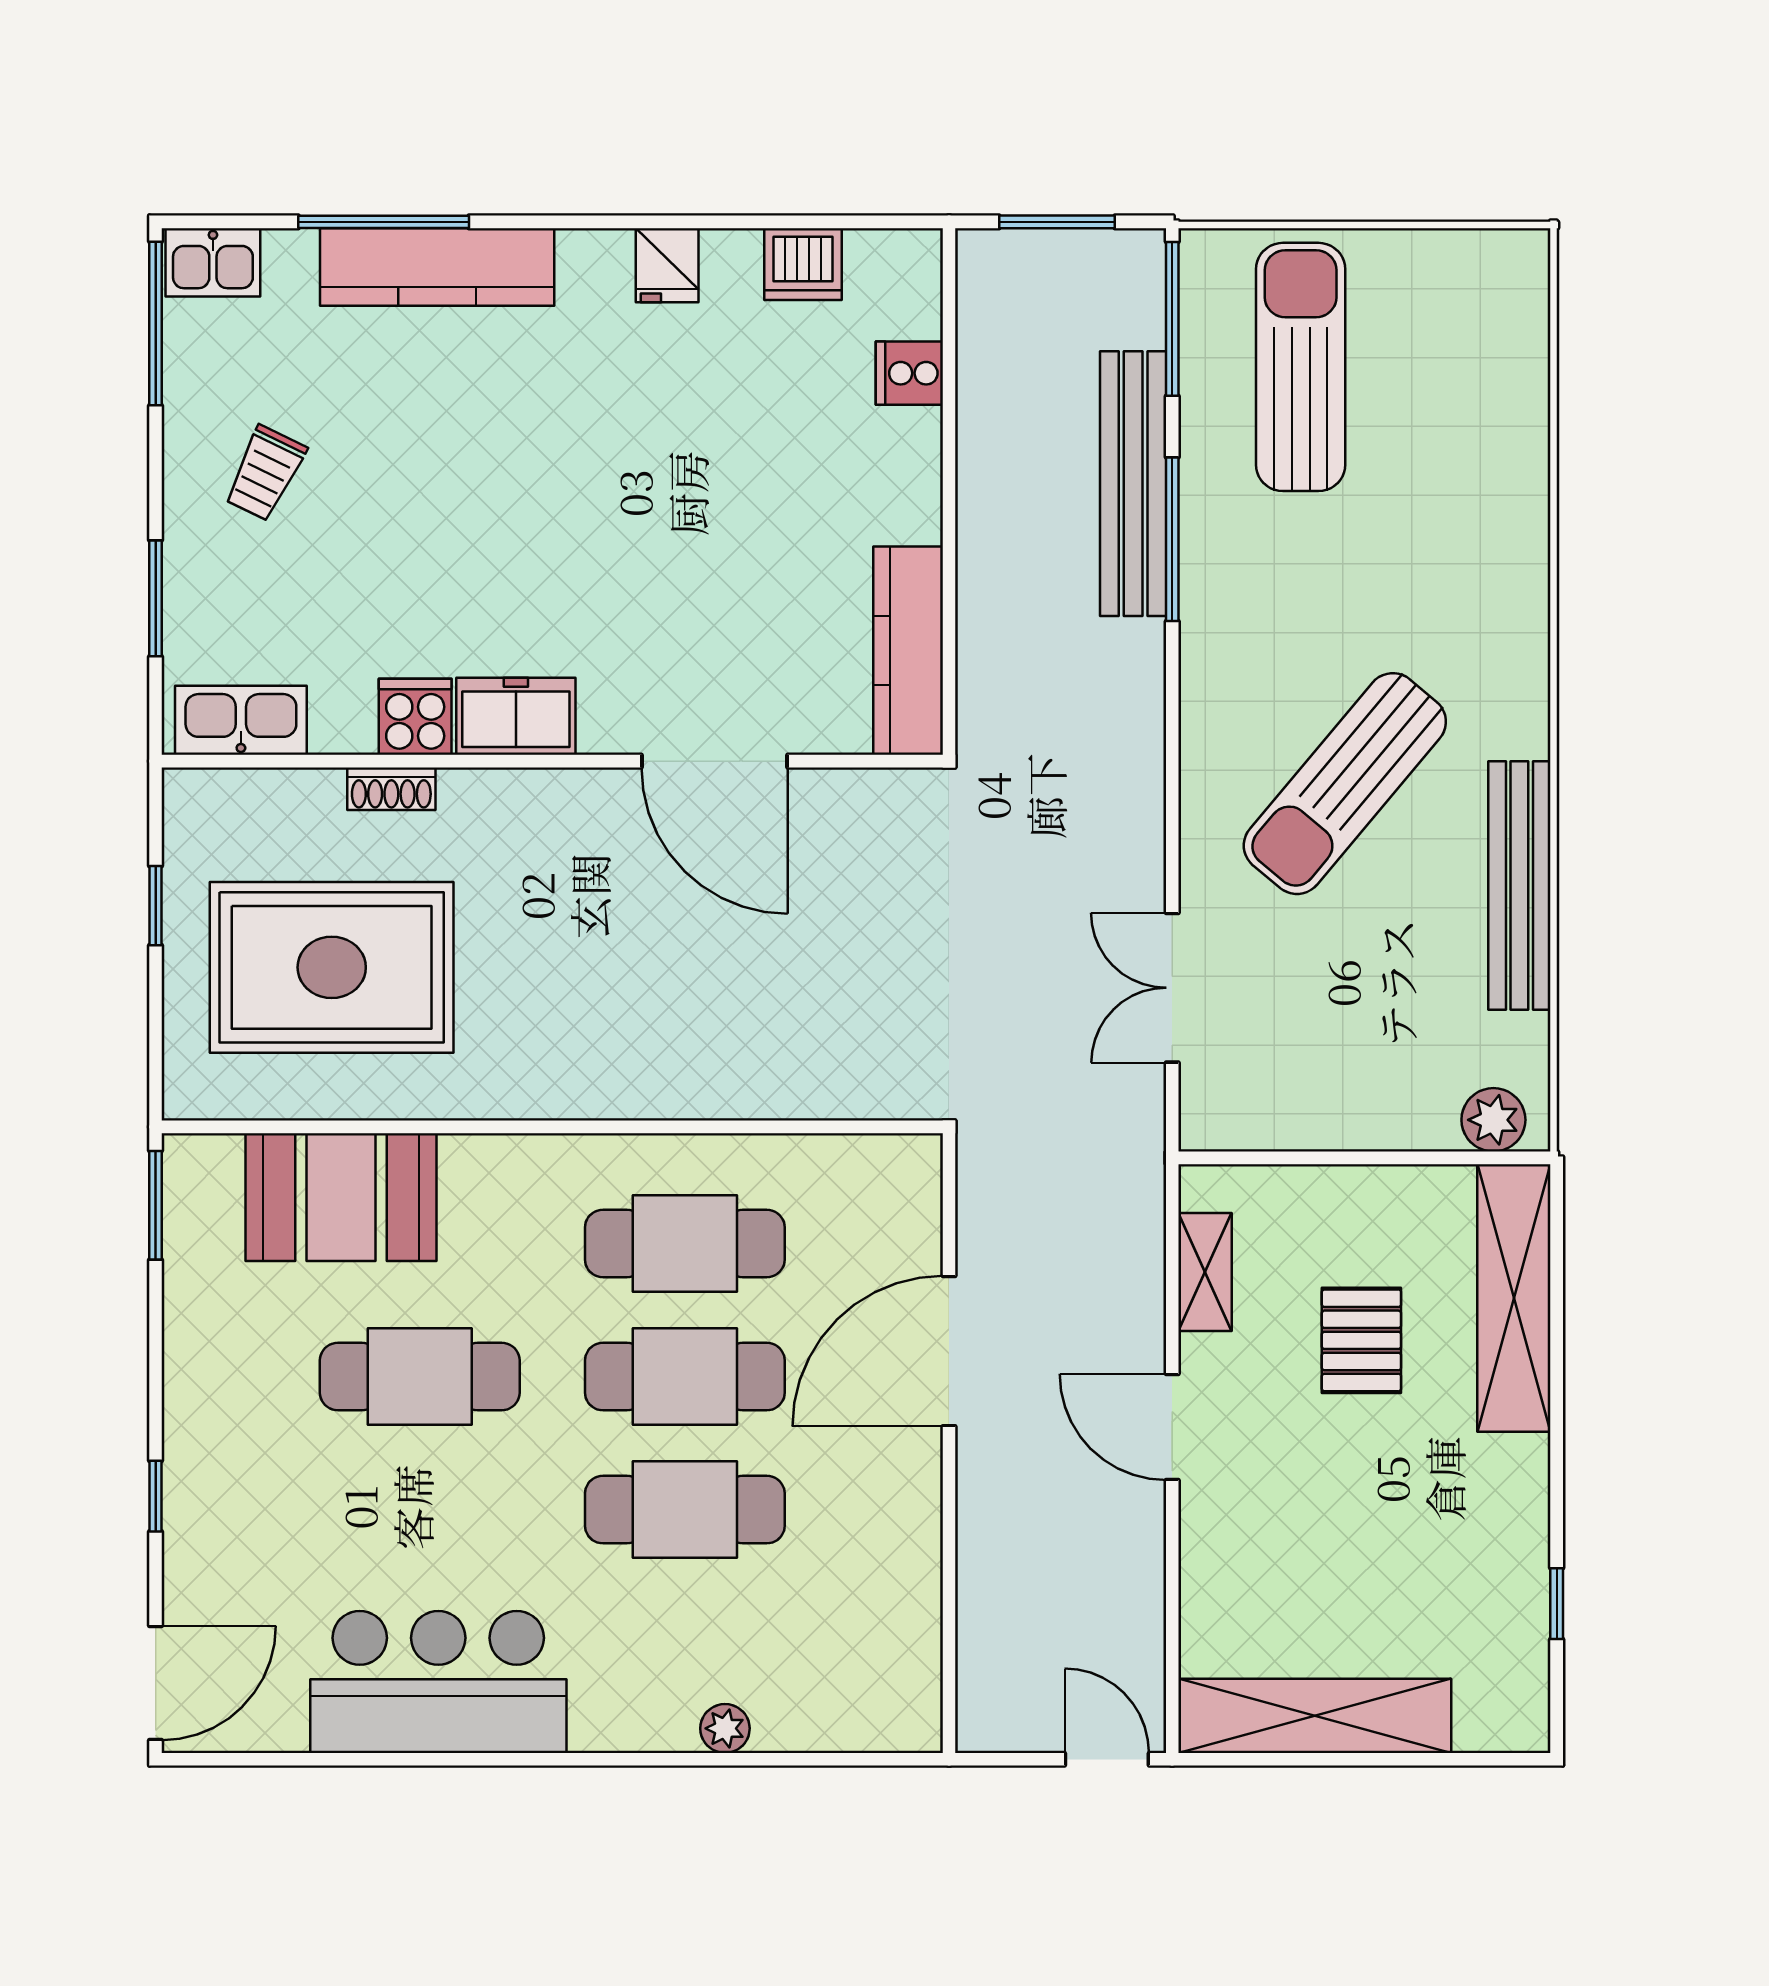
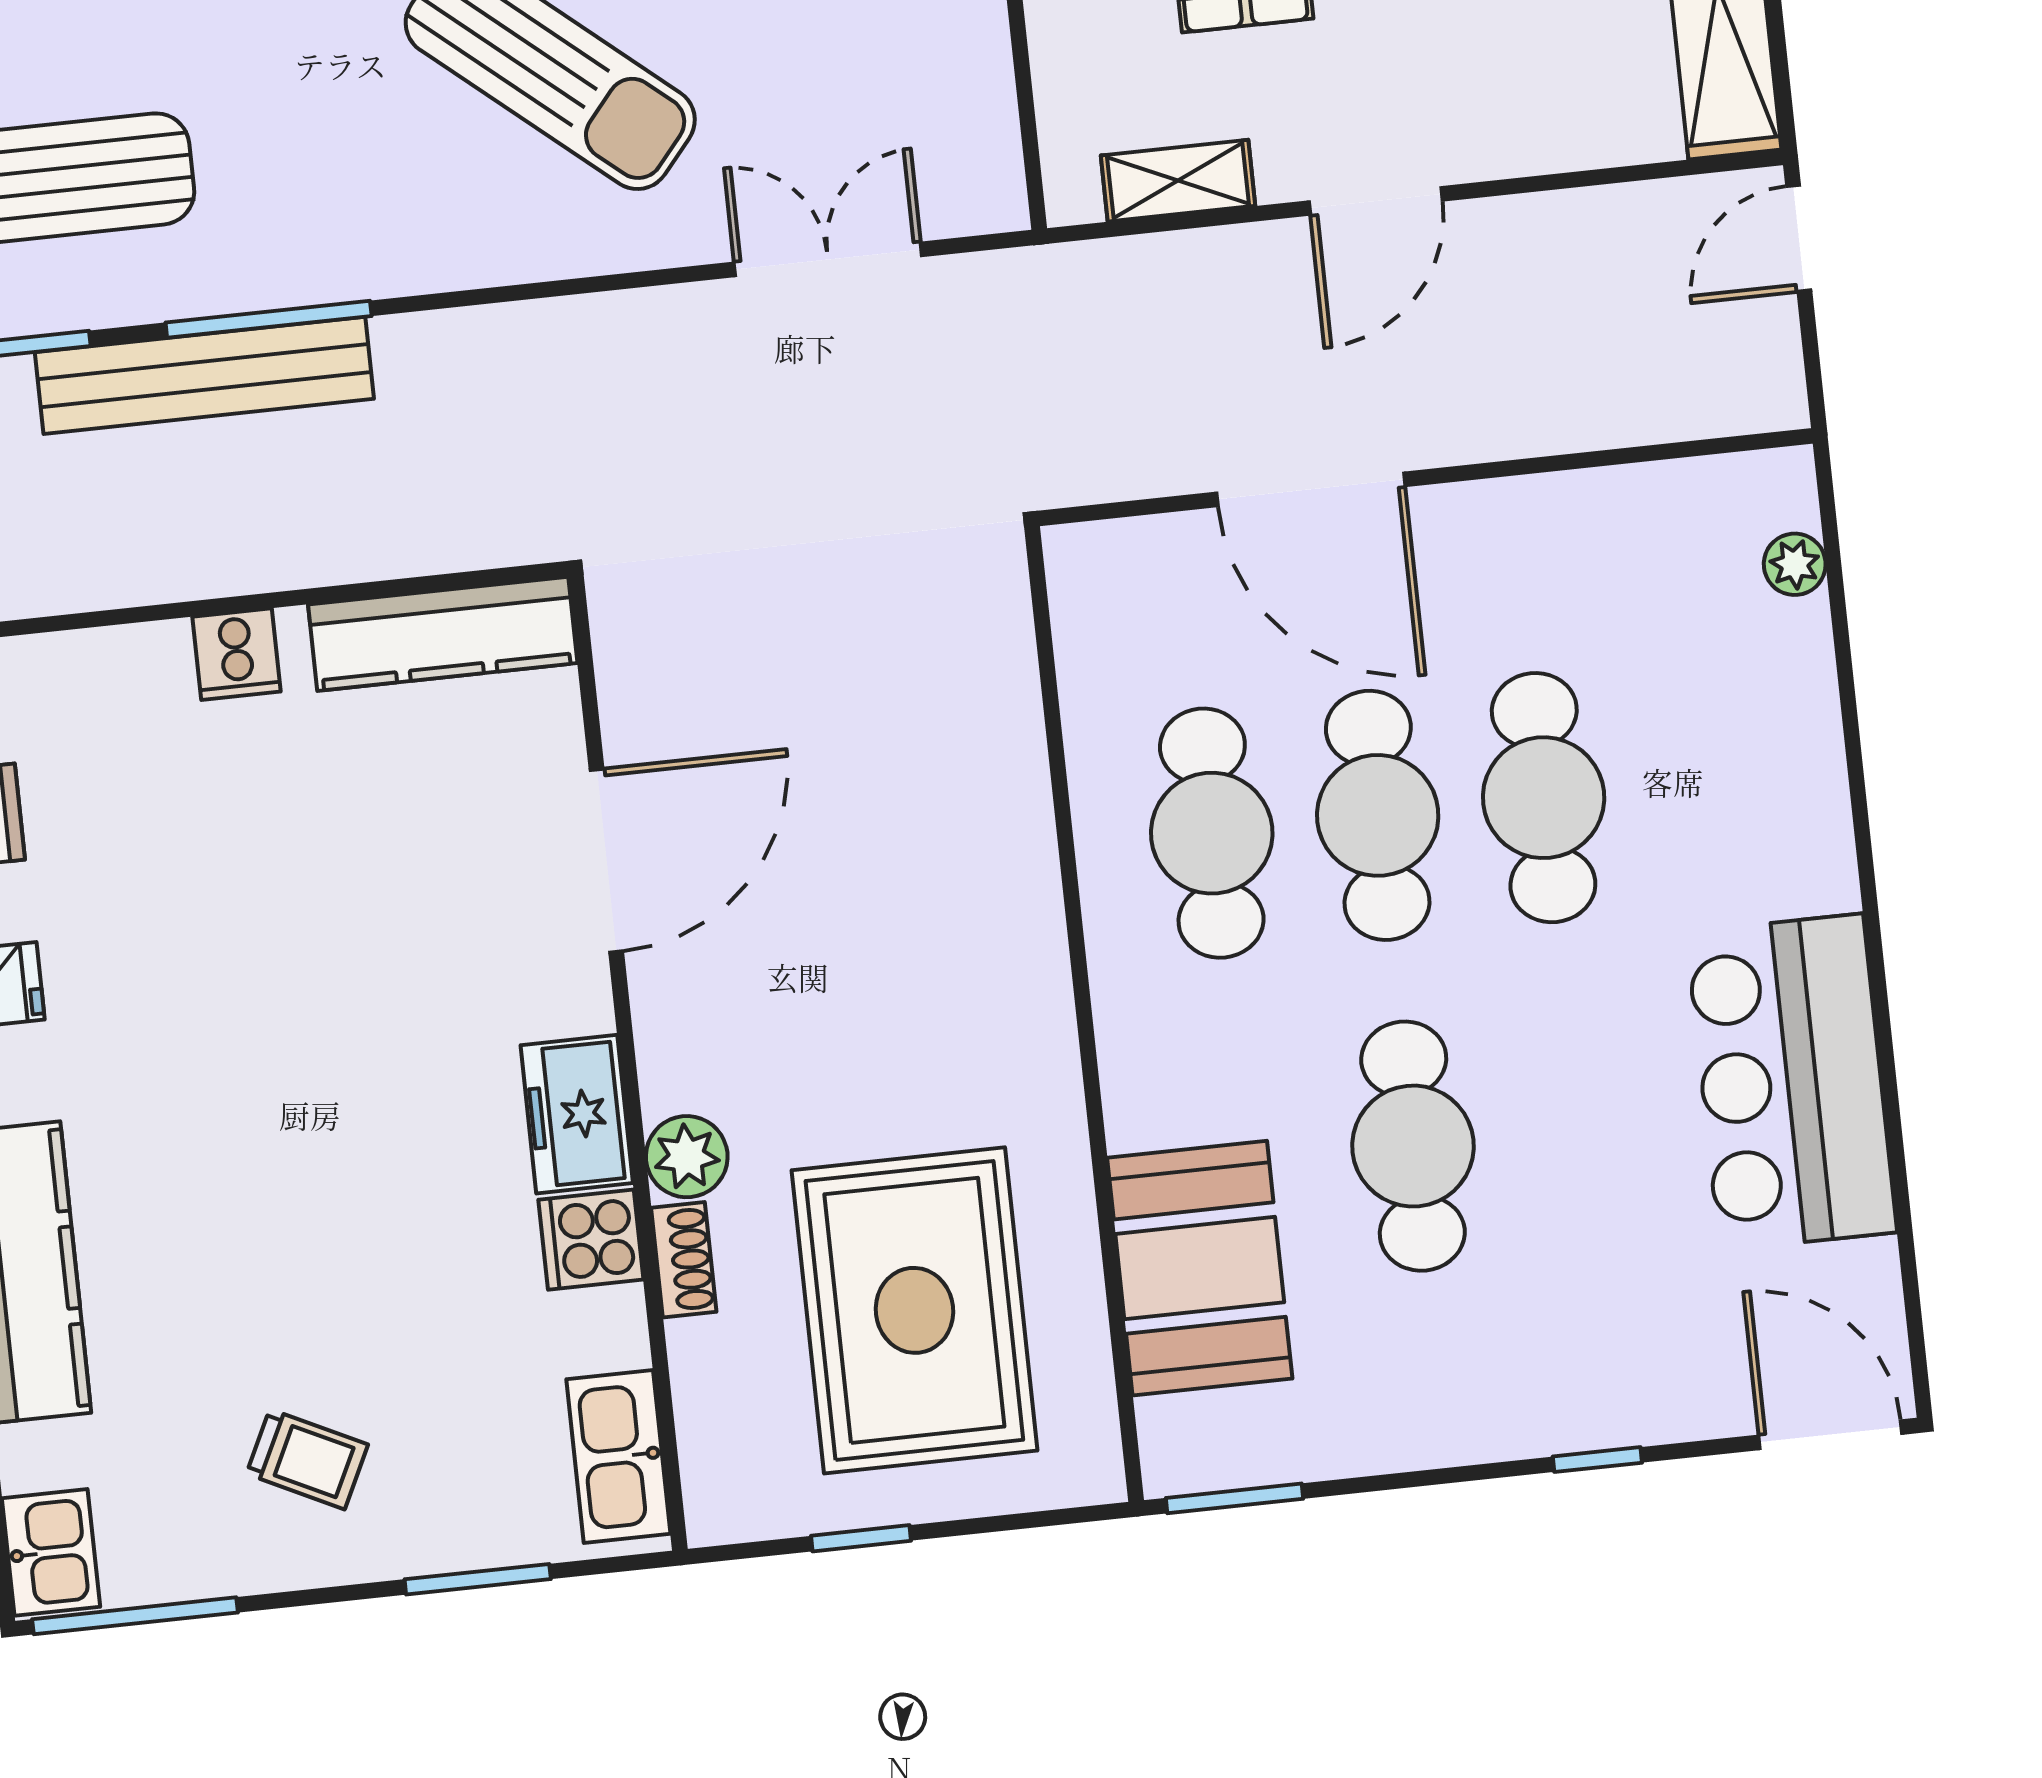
cooker: (909, 373) -> (236, 654), moved
plant: (473, 800) -> (687, 1157), added
double door: (1172, 988) -> (828, 259), swing flipped
plant: (725, 1728) -> (1795, 564), moved

